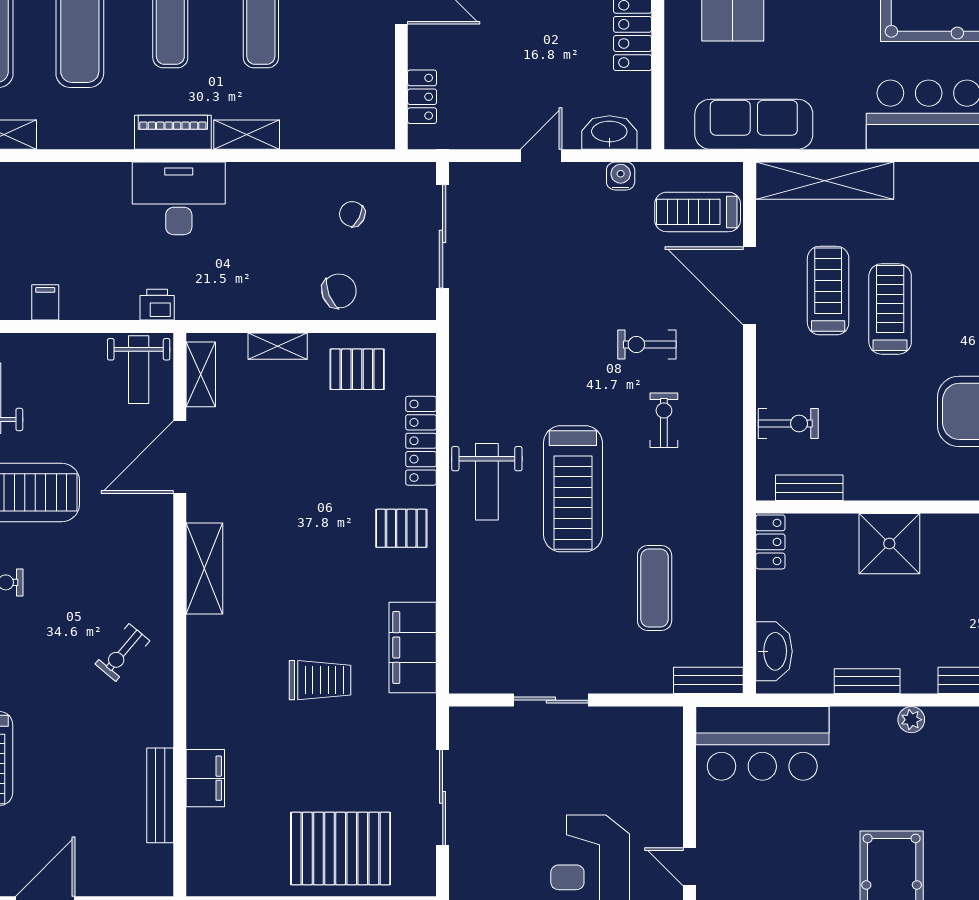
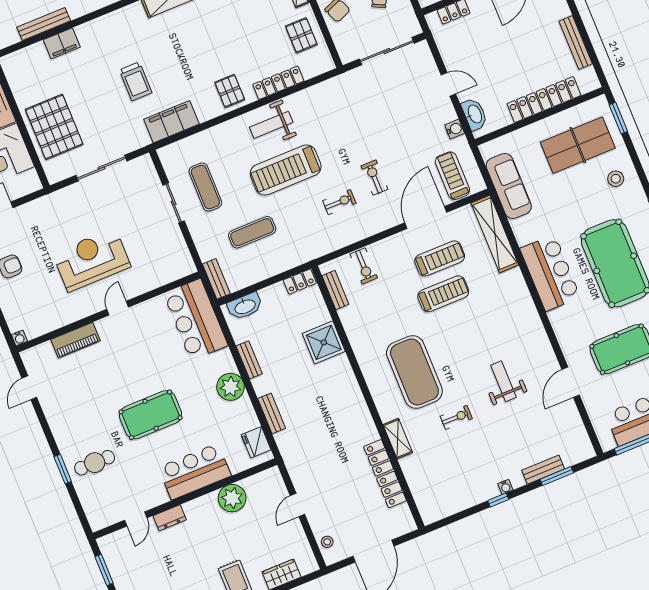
exercise mat: (546, 636) -> (205, 187), added
plant: (911, 720) -> (230, 387), width x1.87, depth x1.87

